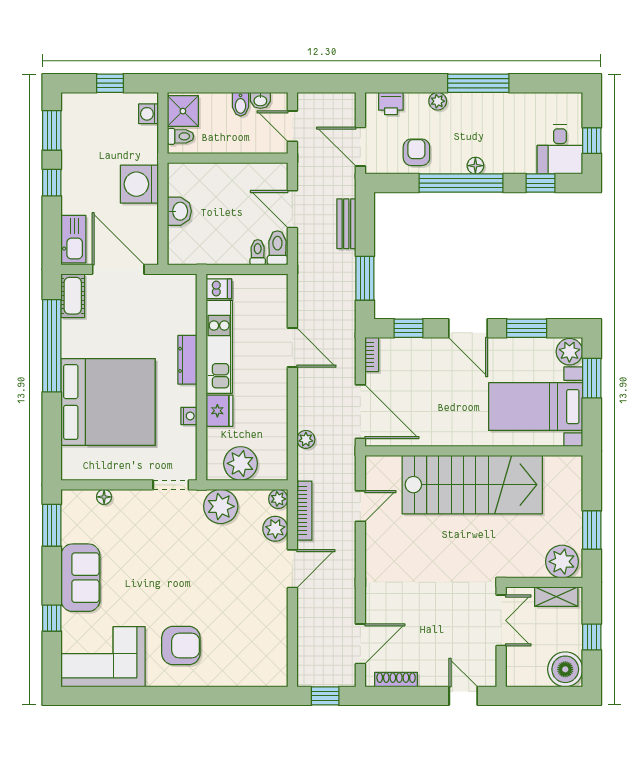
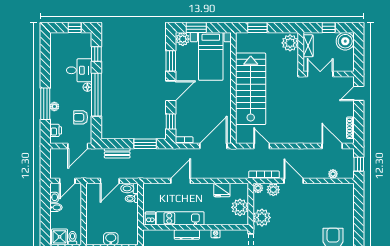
window: (478, 83) -> (45, 104), moved
desk: (560, 149) -> (79, 70), moved
fridge: (219, 411) -> (222, 190), moved, turned 180
plant: (306, 439) -> (333, 174), moved
window: (592, 530) -> (257, 28), moved

